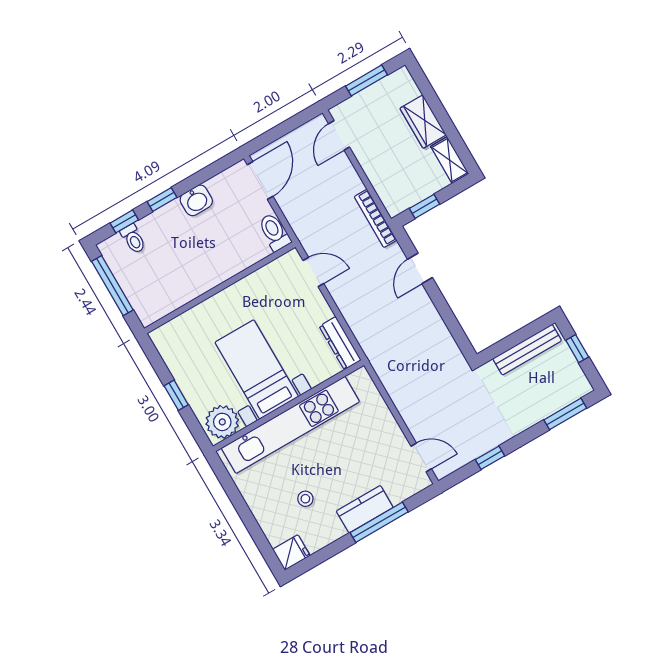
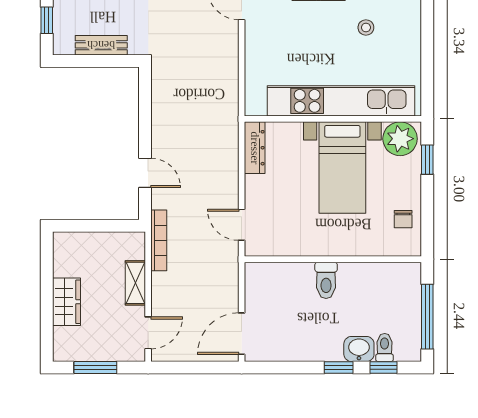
shelving: (450, 160) -> (135, 283), moved
washbasin: (196, 200) -> (359, 349), moved
window: (424, 206) -> (109, 226), removed
toilet: (274, 232) -> (326, 280), moved
door: (420, 268) -> (145, 173), hinge flipped
bench: (527, 350) -> (101, 45), width x0.73
chair: (180, 356) -> (403, 219), added
window: (176, 395) -> (427, 160), moved

